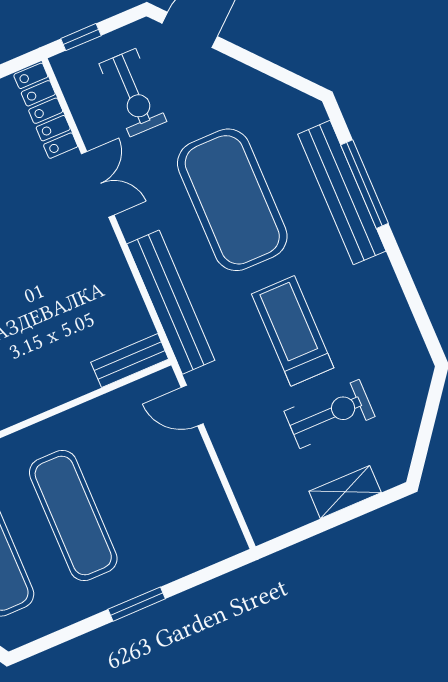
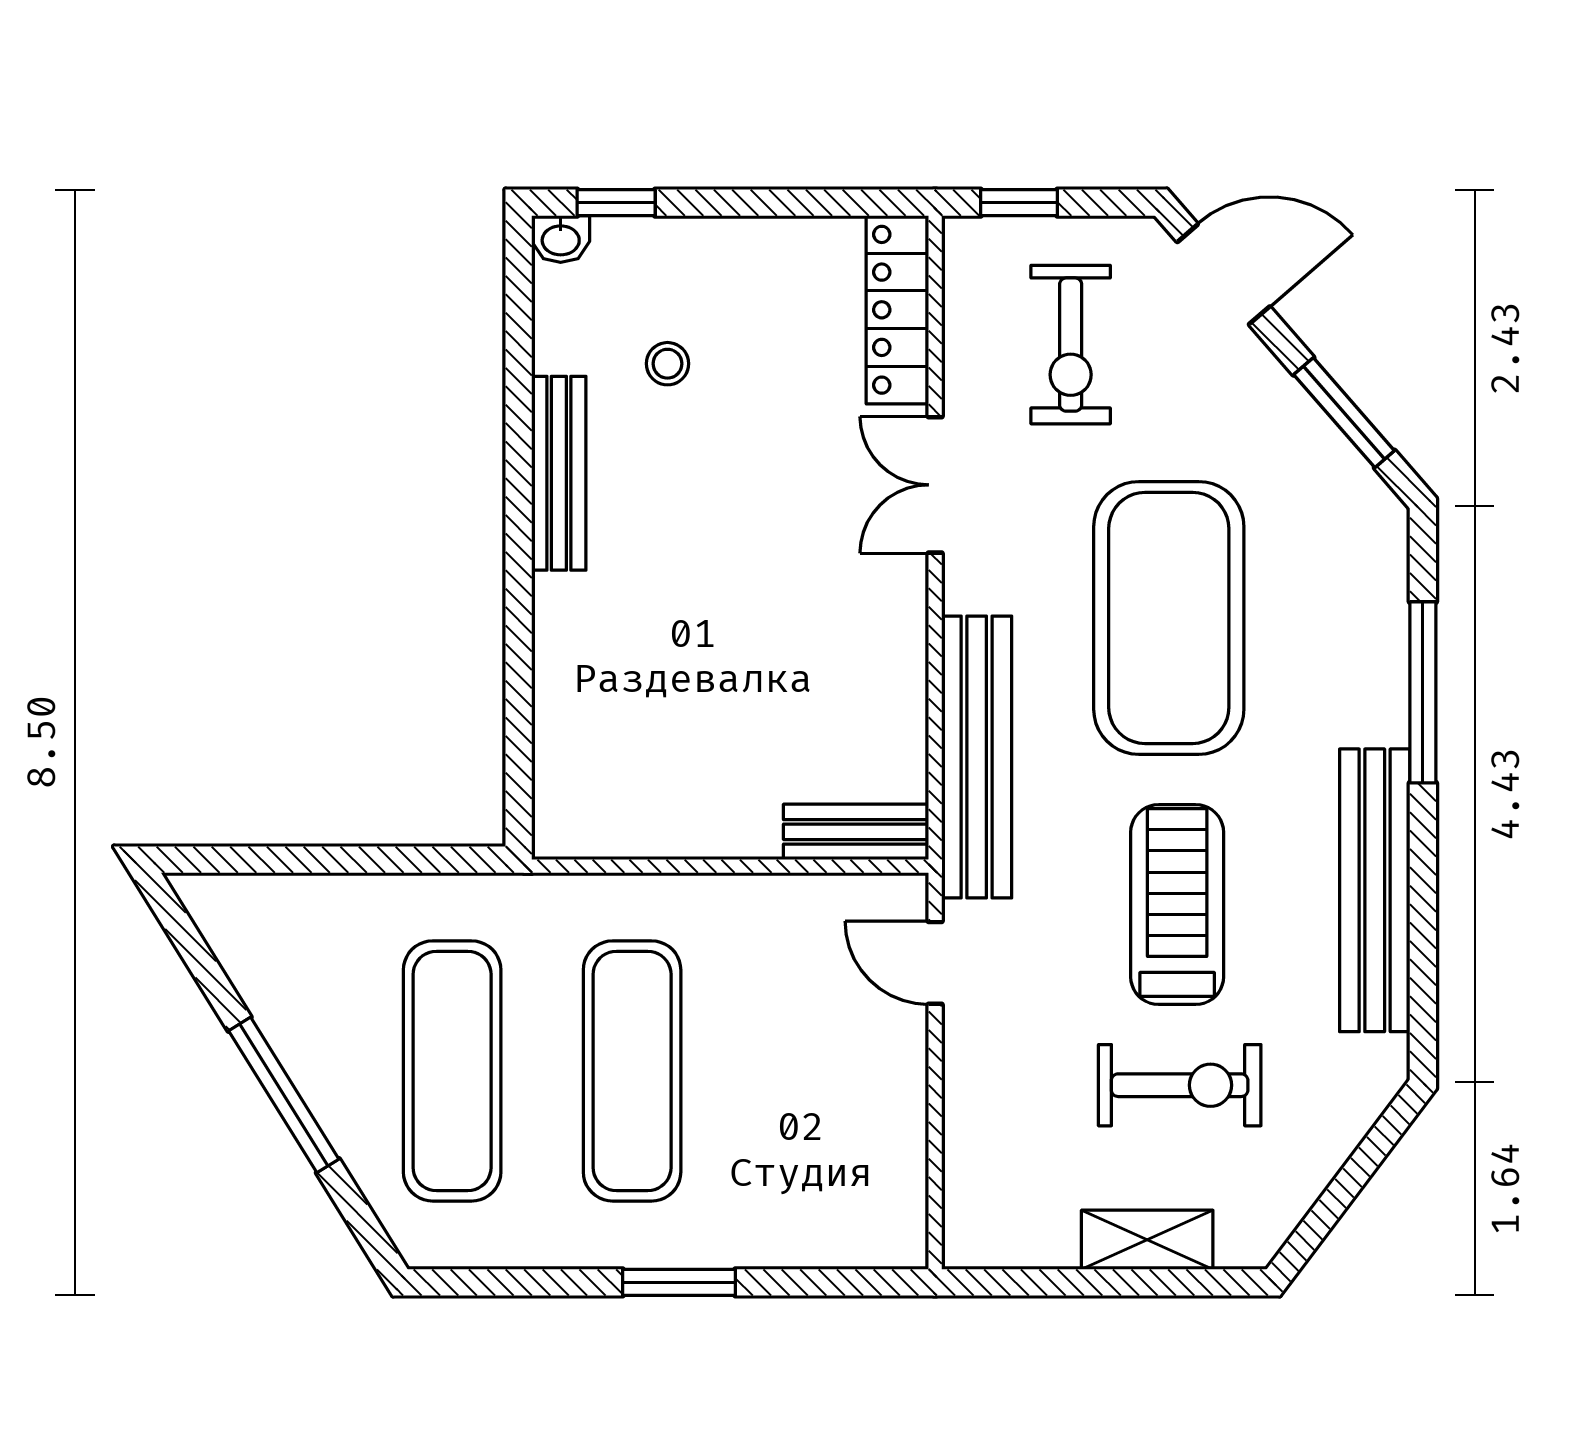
window: (273, 70) -> (1344, 413), added
double door: (98, 184) -> (935, 485), swing flipped
bench: (342, 193) -> (1375, 890), moved

